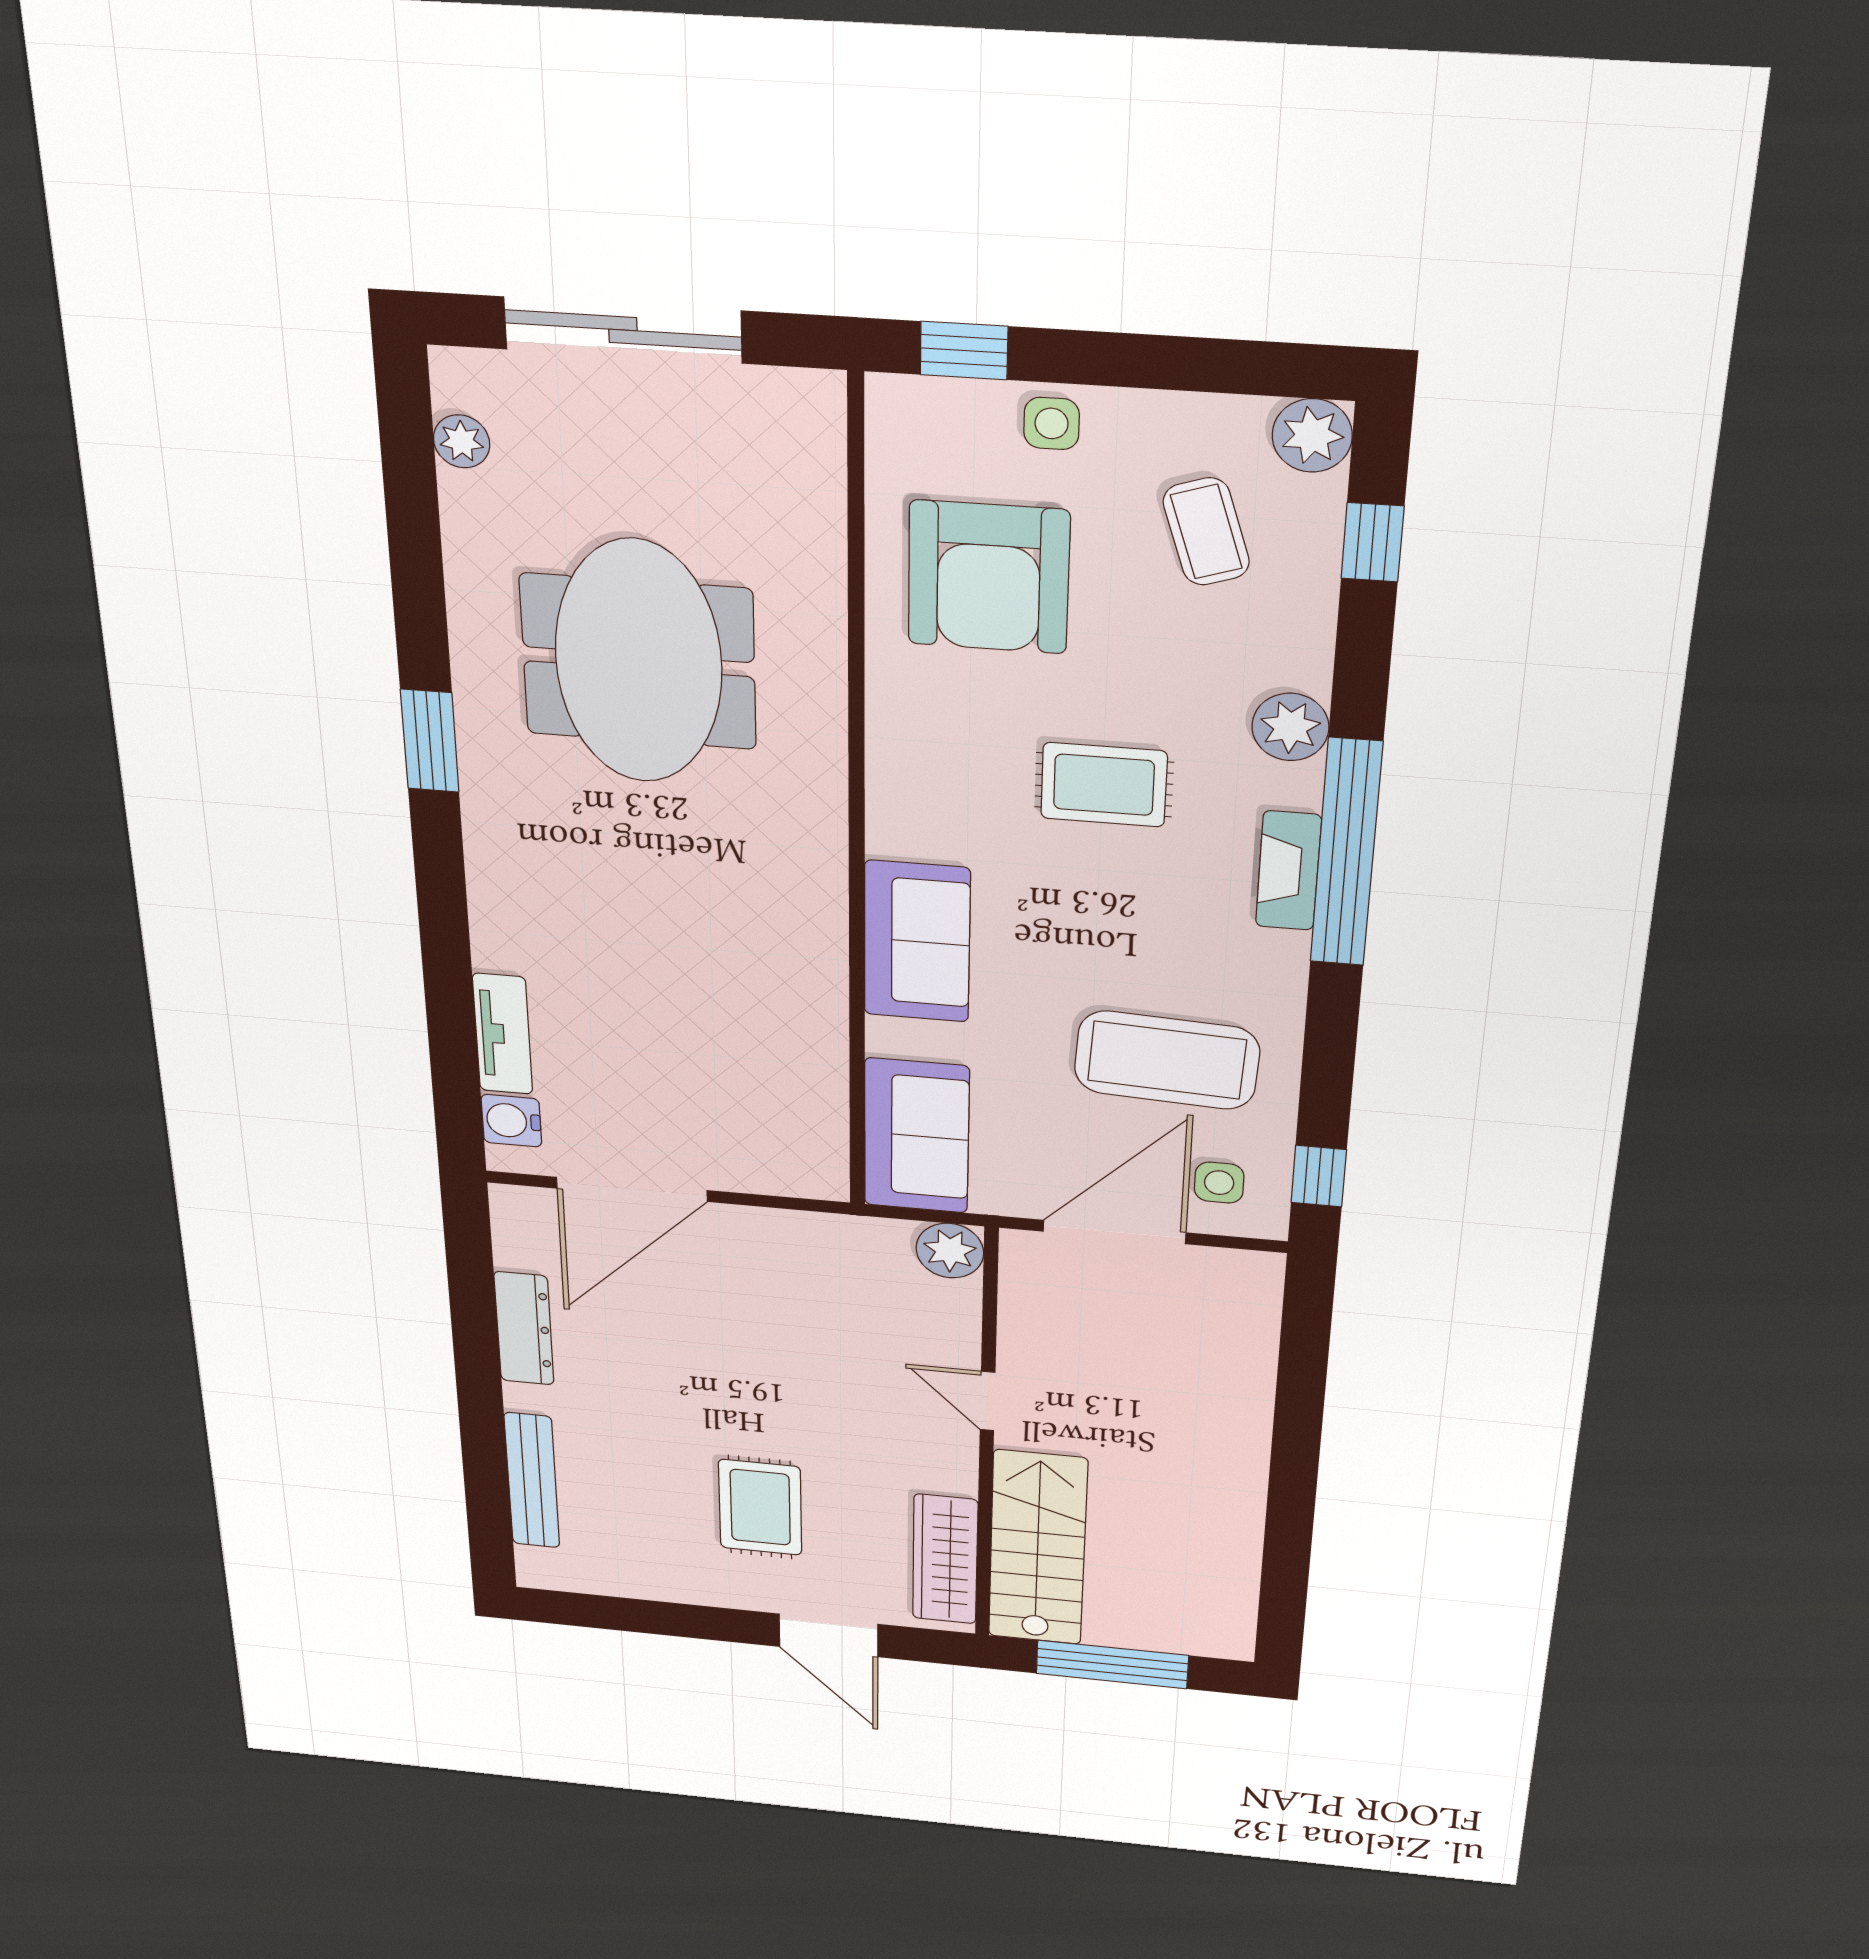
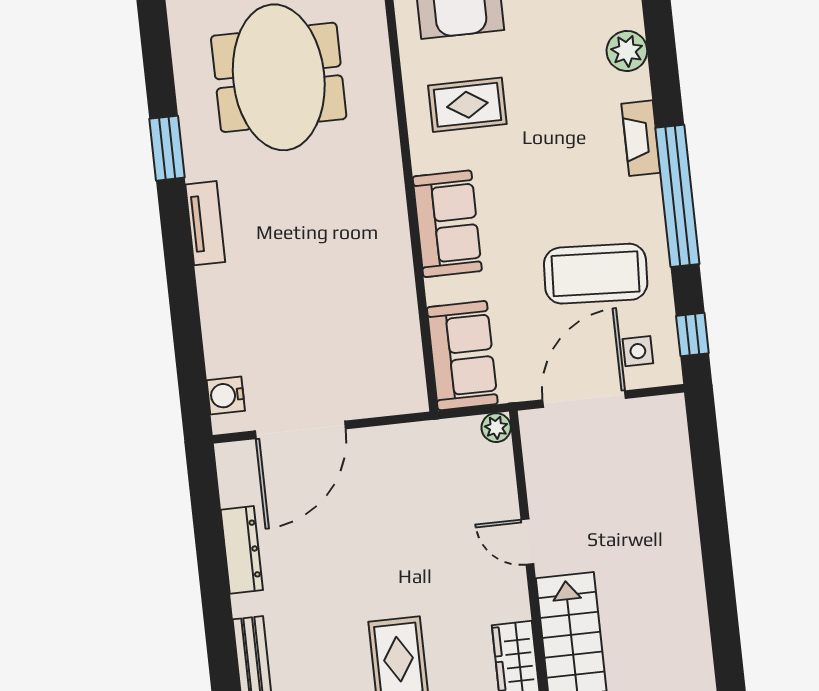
rug: (1104, 785) -> (467, 105), moved
window: (1346, 853) -> (677, 196), moved
tv unit: (503, 1034) -> (205, 223), moved
plant: (950, 1251) -> (496, 428), width x0.73, depth x0.73

